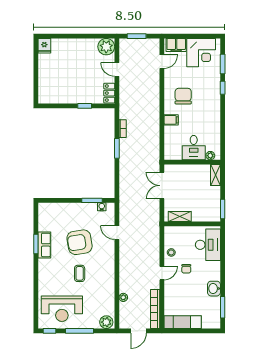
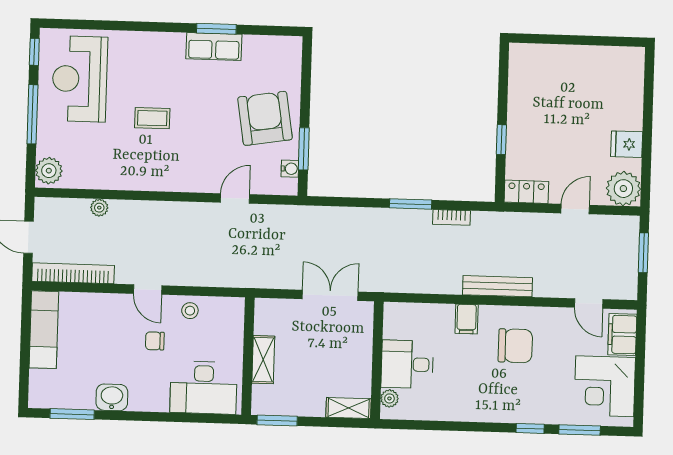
fridge: (44, 46) -> (627, 144), moved
bench: (155, 106) -> (497, 286), added
shelving: (180, 217) -> (263, 360), moved
armchair: (80, 242) -> (265, 118), moved

